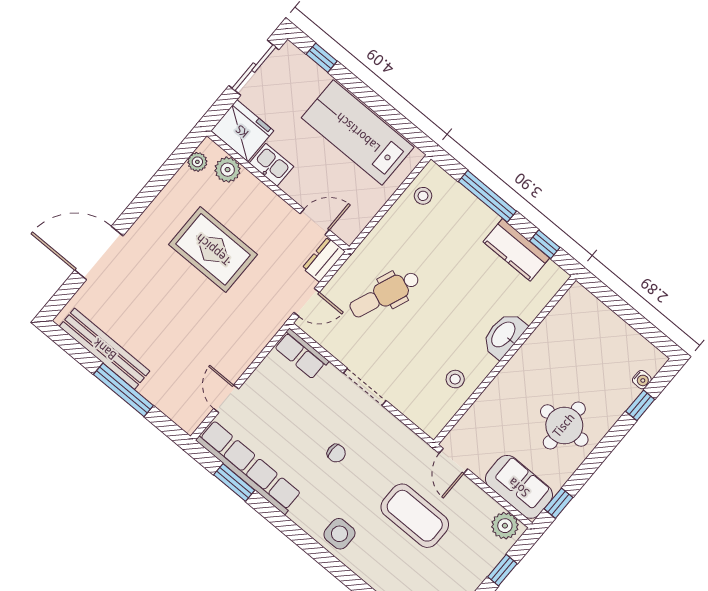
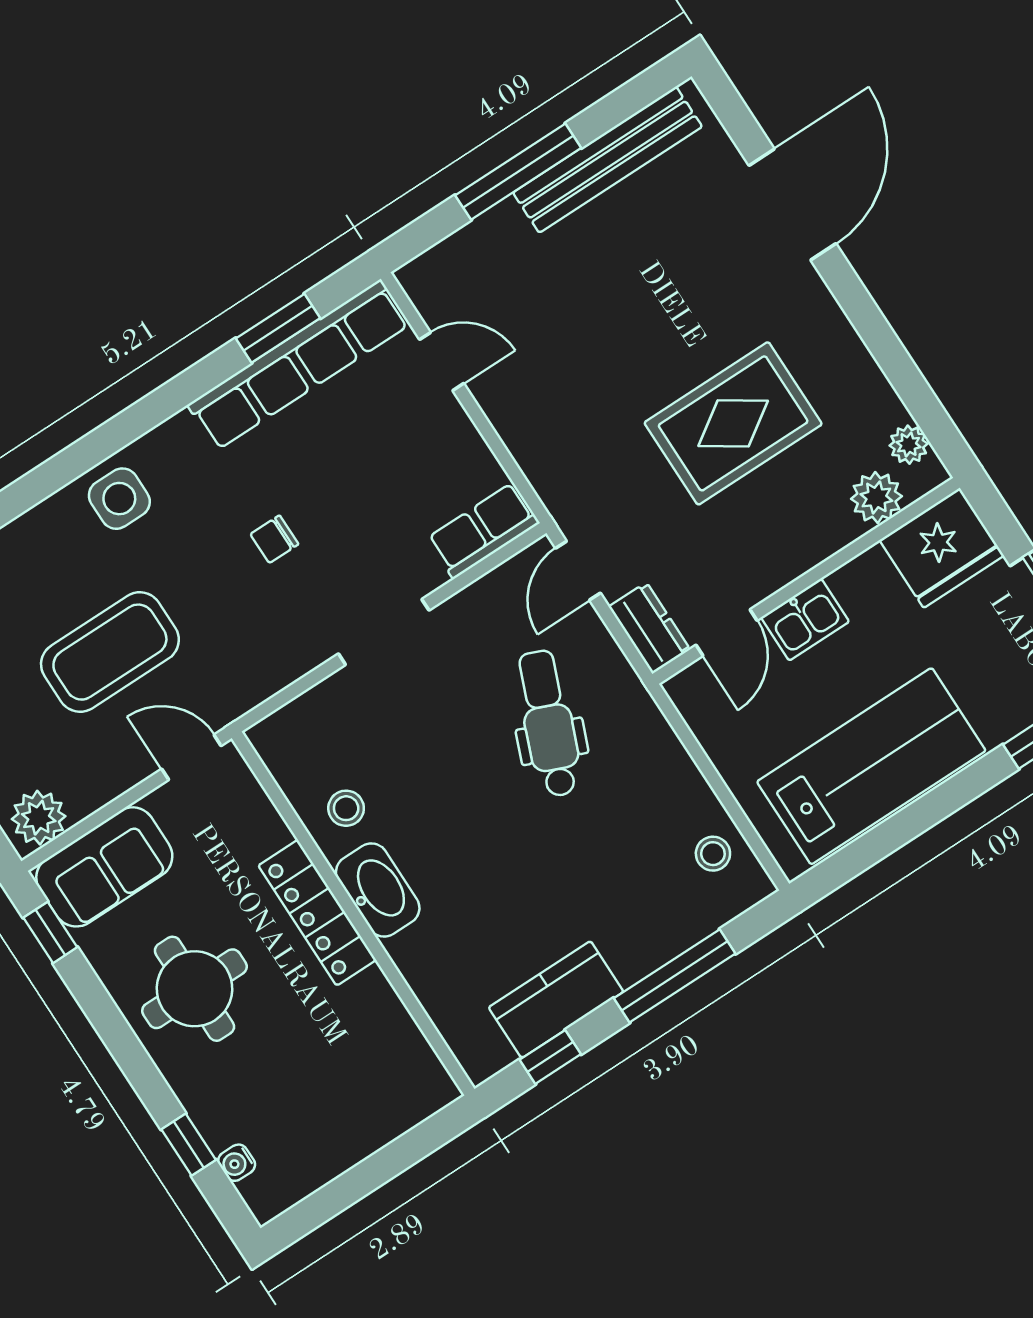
kitchen sink: (271, 165) -> (805, 620), moved
washbasin: (504, 335) -> (378, 890), moved
locker: (510, 378) -> (317, 913), added

